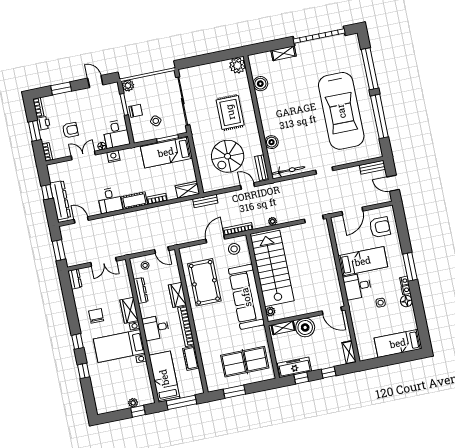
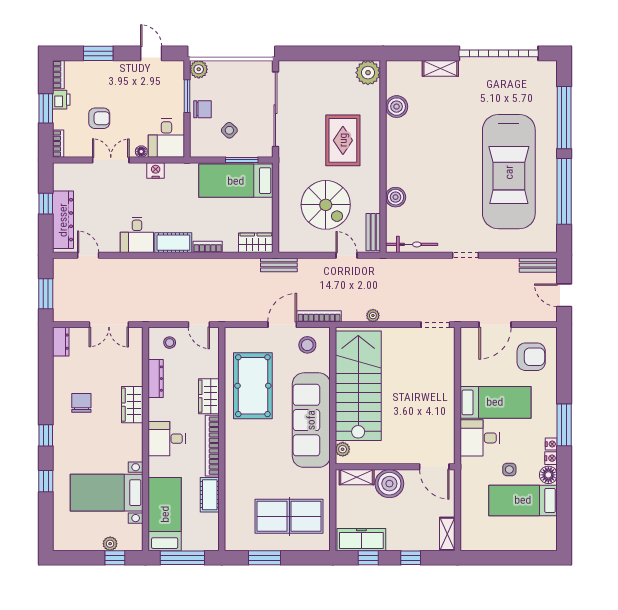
spiral stairs: (228, 156) -> (326, 205), turned -90
bed: (398, 343) -> (523, 500), moved
bed with nightstands: (119, 346) -> (107, 493), moved

